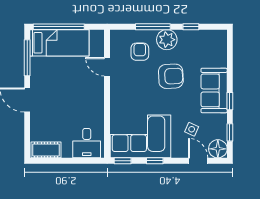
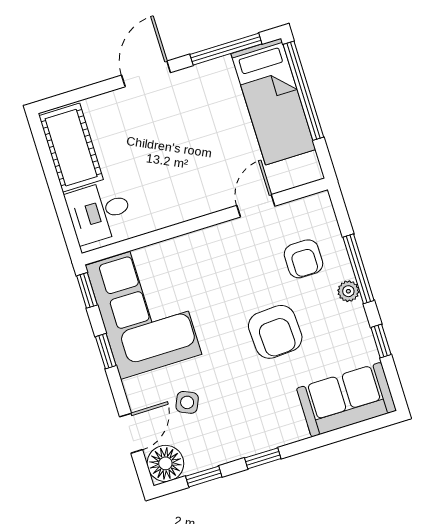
plant: (167, 40) -> (348, 291), width x0.53, depth x0.53
armchair: (140, 52) -> (303, 259), turned 90
sofa: (214, 90) -> (346, 400), moved
cot: (46, 150) -> (71, 148), width x1.37, depth x1.34

